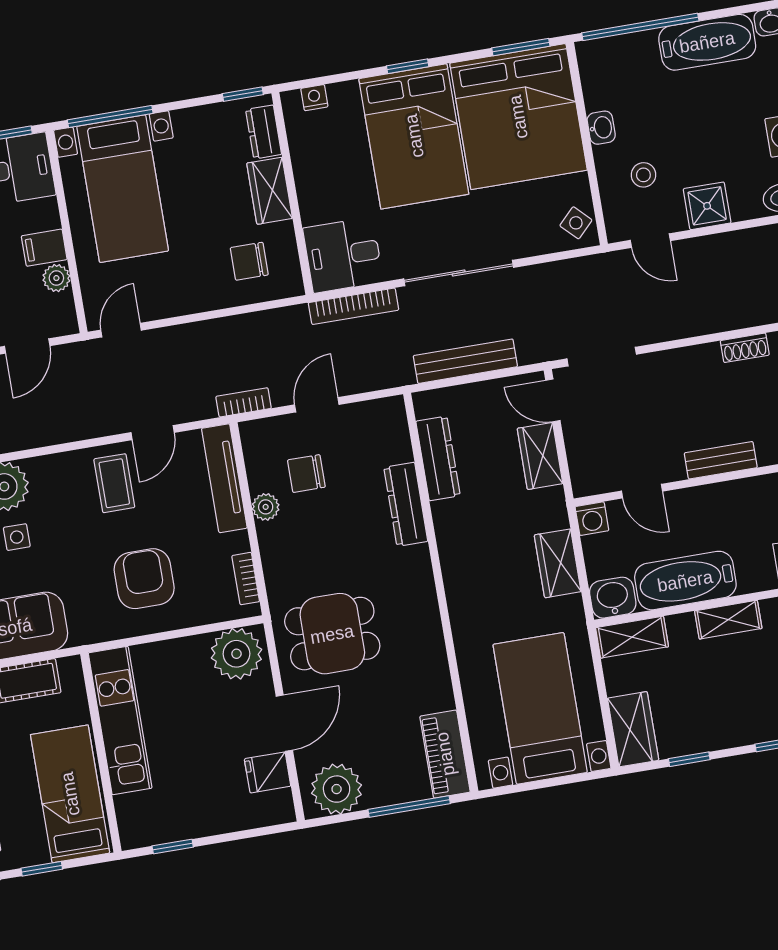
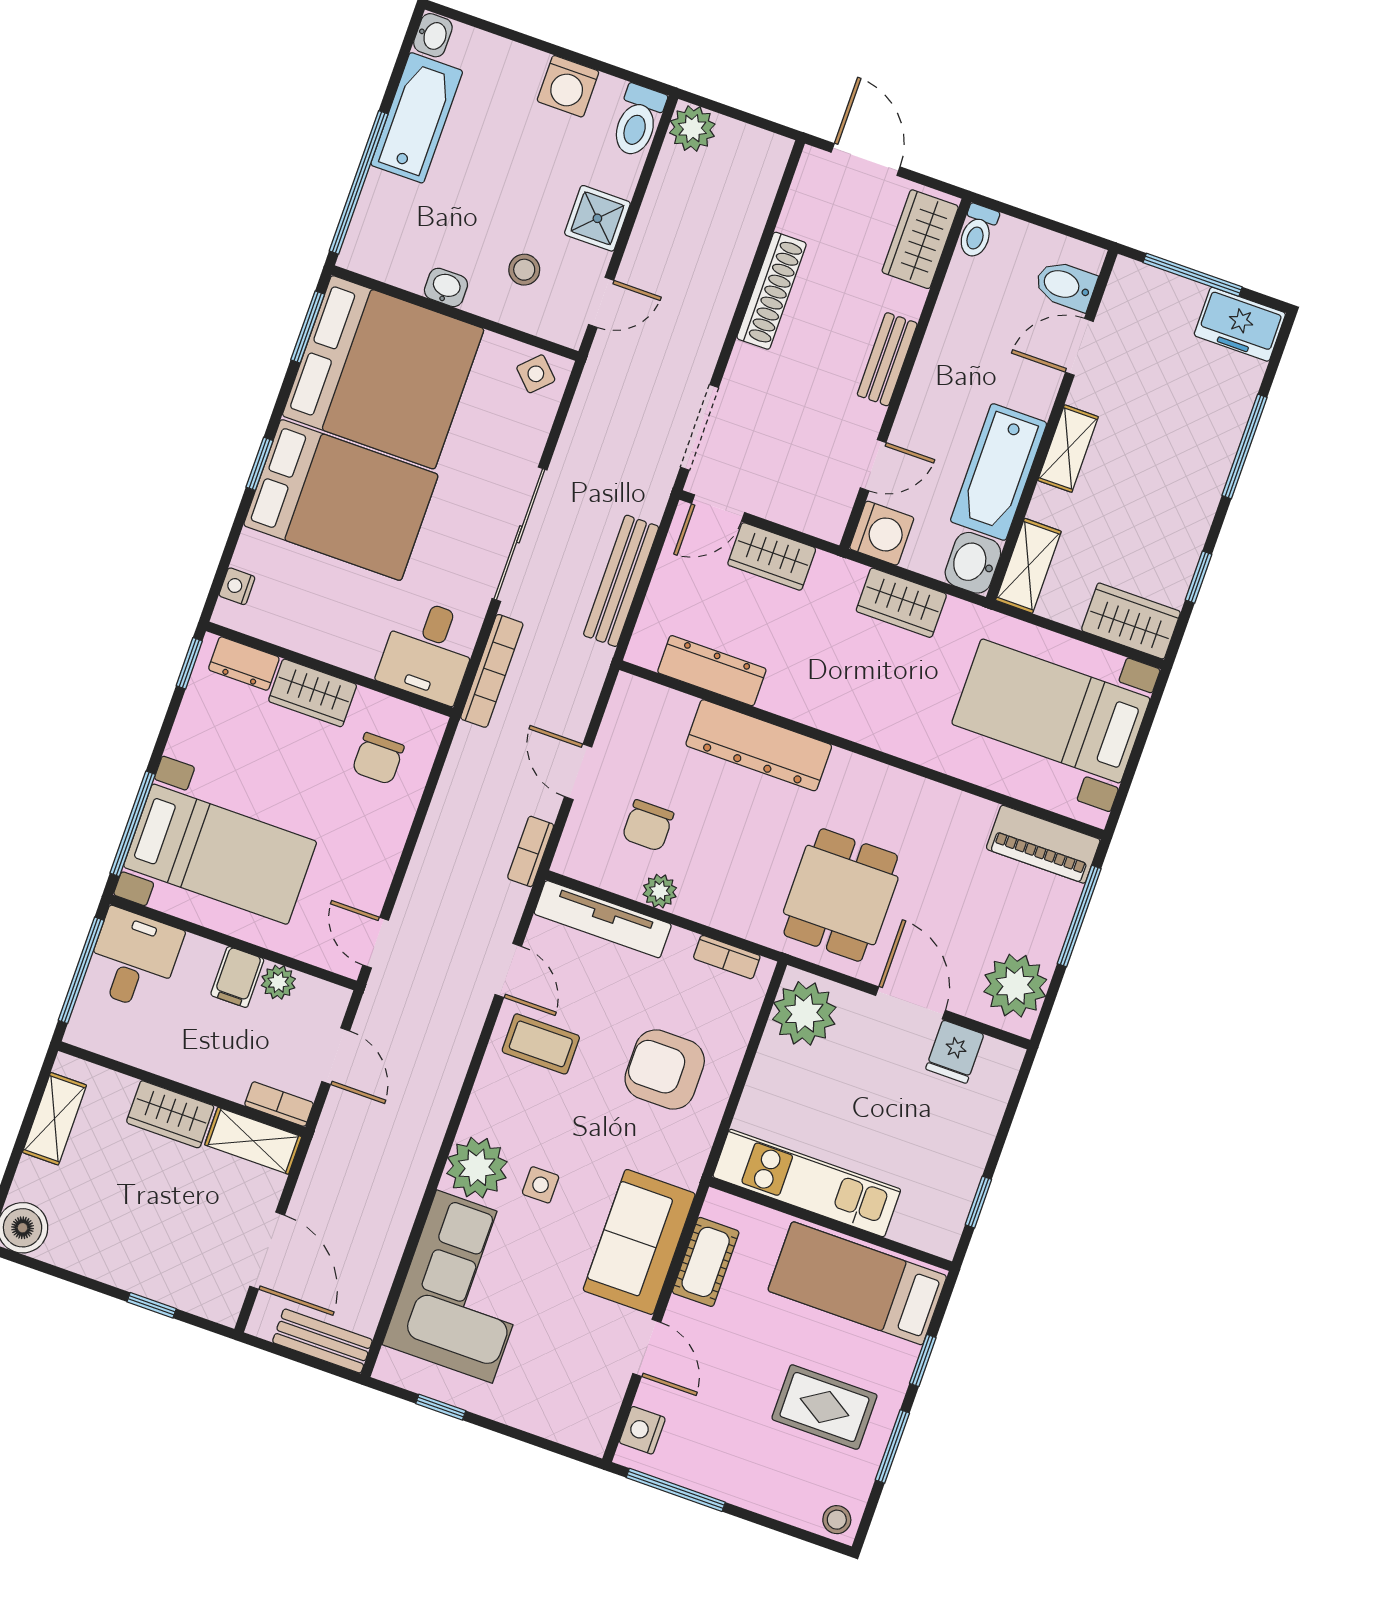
shoe rack: (745, 348) -> (772, 291), width x1.94, depth x1.24
dresser: (406, 504) -> (759, 745), width x1.37, depth x1.24
washing machine: (592, 519) -> (882, 533), width x1.38, depth x1.38

